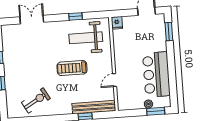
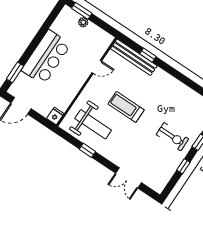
treadmill: (72, 68) -> (126, 107), turned 180
bar counter: (156, 74) -> (46, 57), moved
exercise bike: (36, 101) -> (172, 137), moved, turned -150

